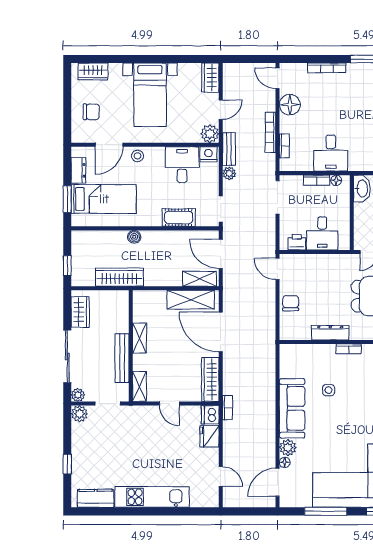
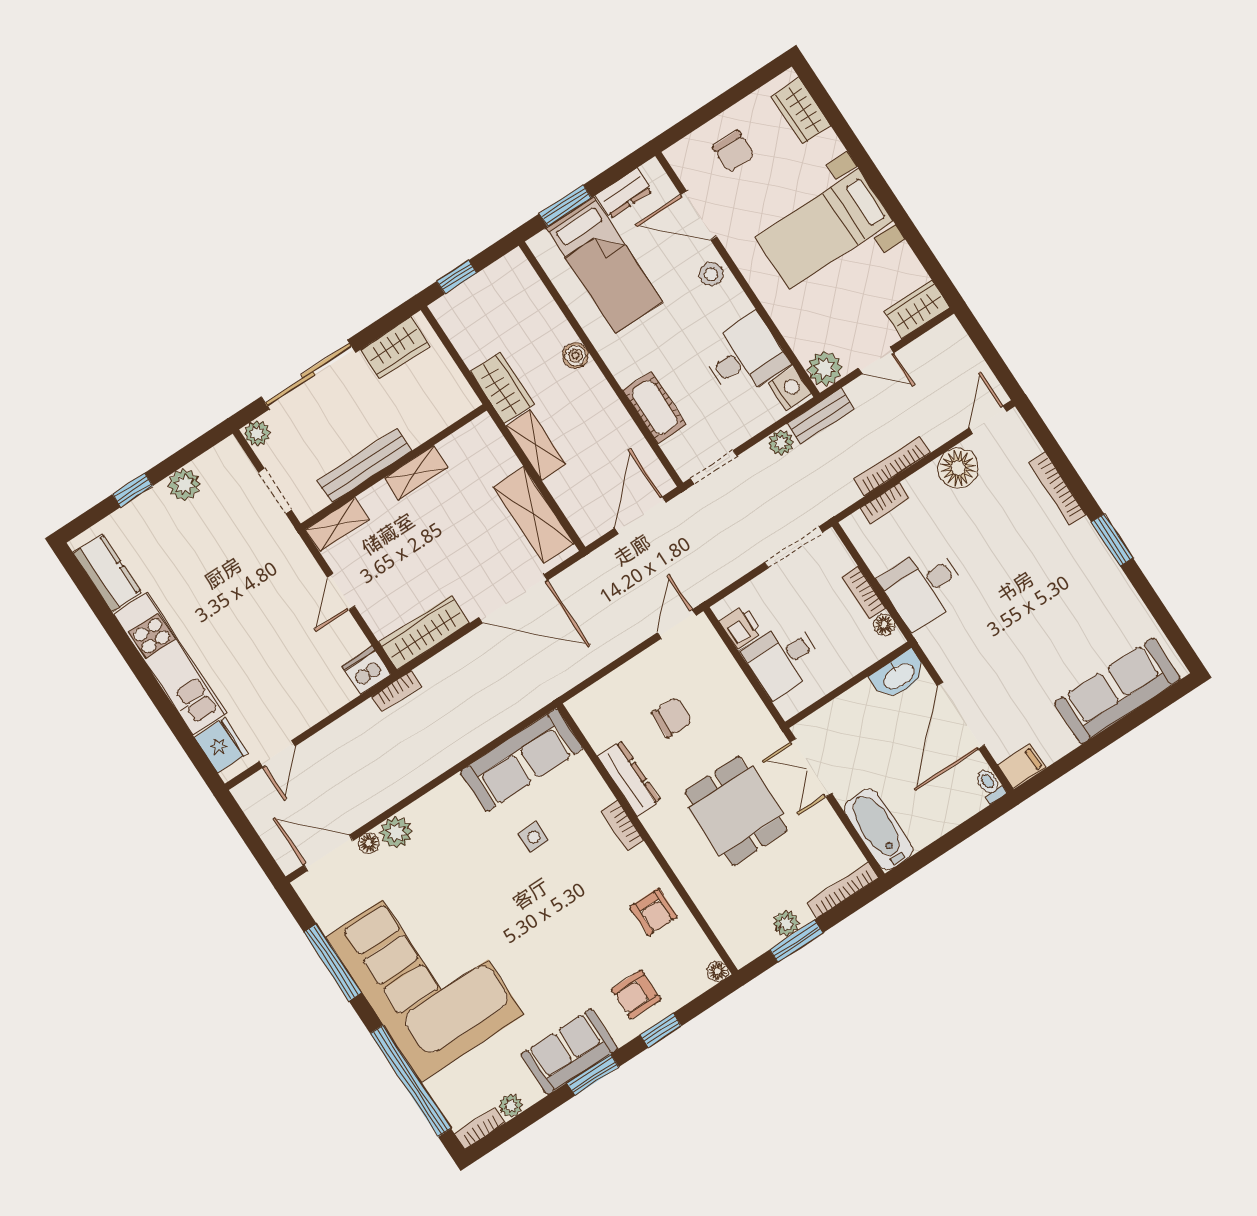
wardrobe: (119, 277) -> (502, 388), width x0.67
shelving: (200, 279) -> (536, 445), moved
chair: (291, 303) -> (672, 717), moved
door: (221, 332) -> (513, 599), swing flipped
sofa: (292, 408) -> (522, 760), moved
plant: (79, 414) -> (184, 485), moved
fridge: (210, 436) -> (221, 745), moved, turned 90

